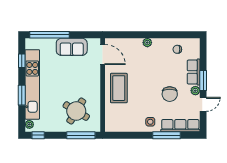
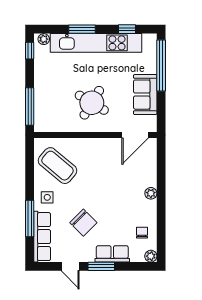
coffee table: (119, 88) -> (58, 166), moved, turned 40
plant: (195, 91) -> (151, 256), moved
chair: (170, 94) -> (83, 223), turned -135
round table: (76, 111) -> (92, 103), moved

